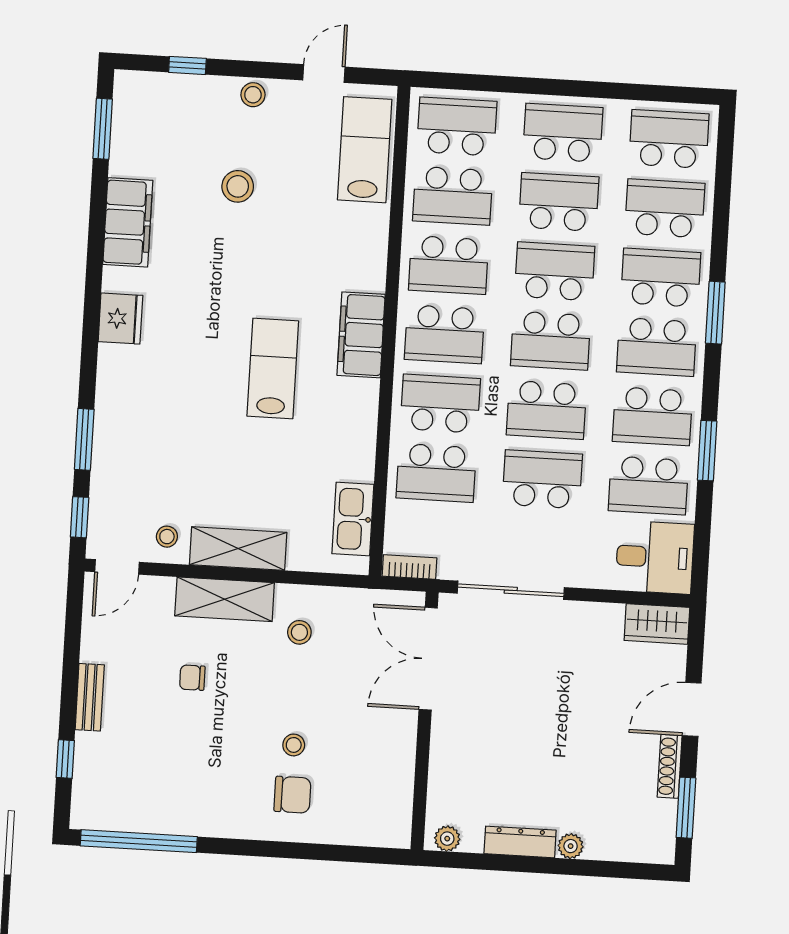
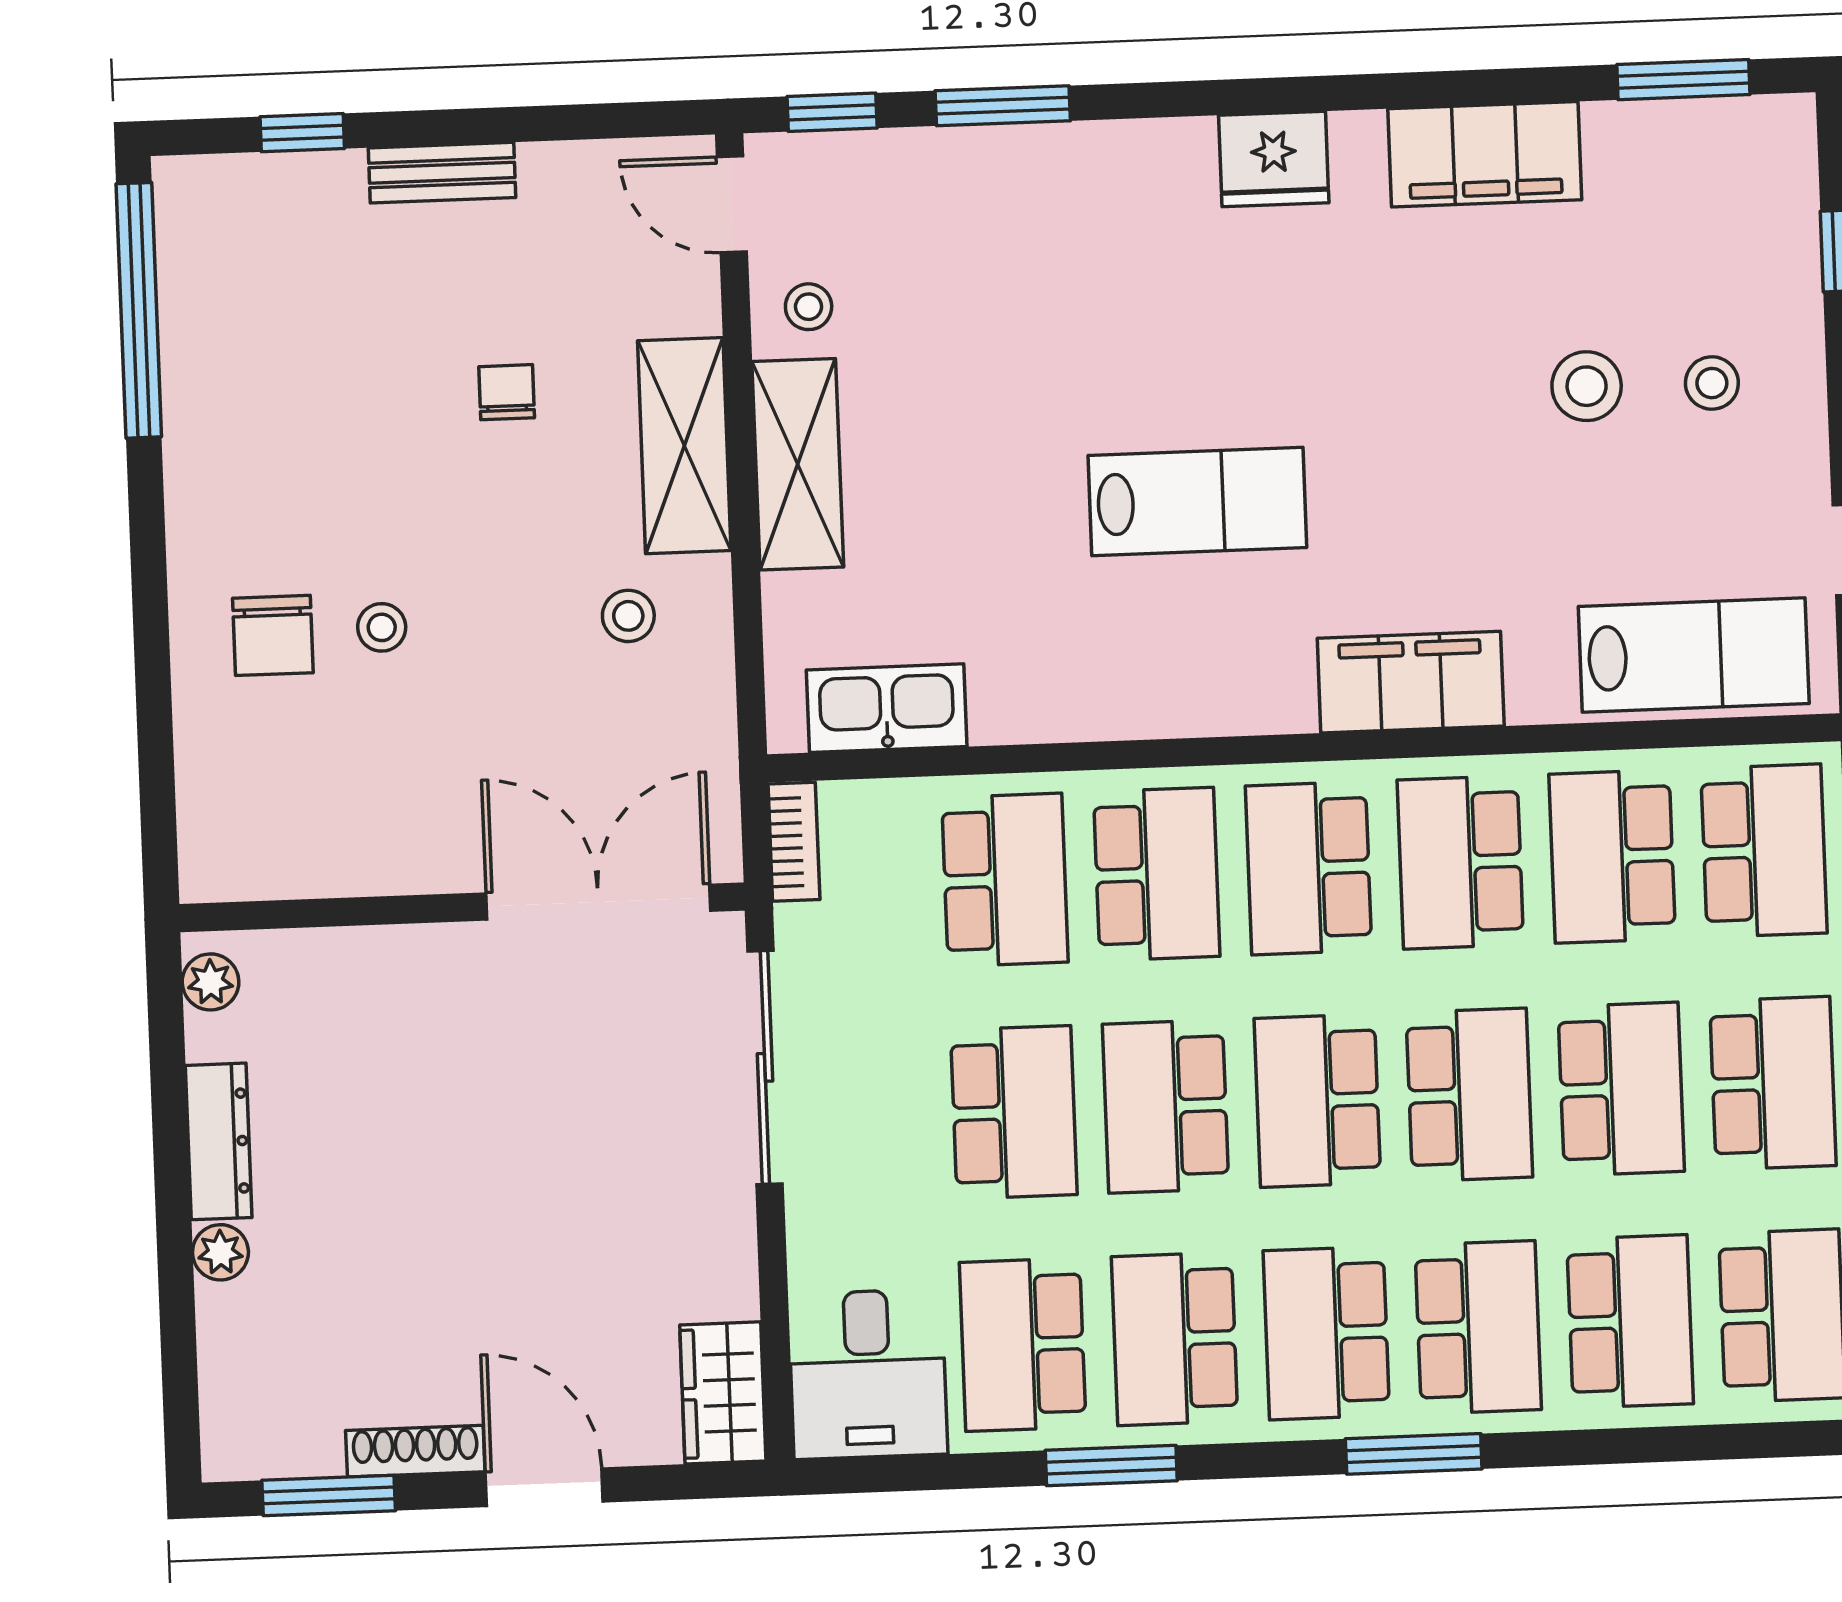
stool: (253, 95) -> (1712, 383), moved
filing cabinet: (361, 335) -> (1411, 682), moved
school desk: (436, 473) -> (1005, 880), turned 180

